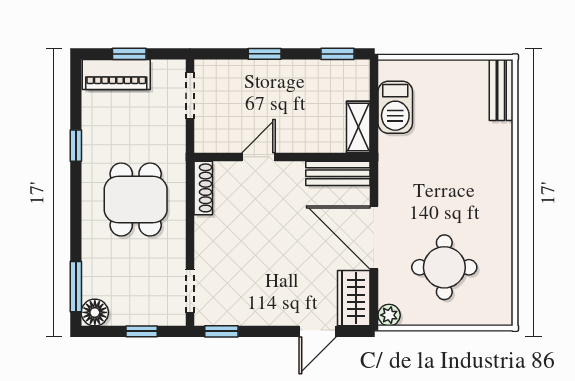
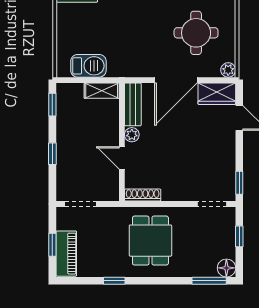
plant: (293, 172) -> (132, 135), added
dining table: (136, 200) -> (150, 241), turned 90

